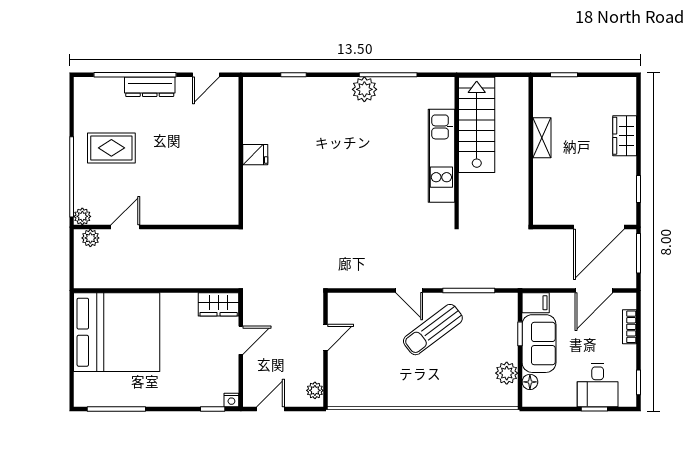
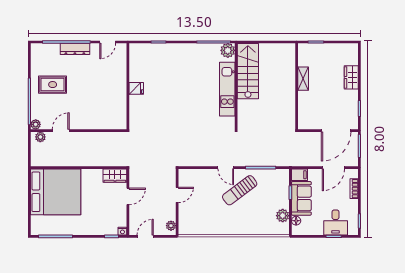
plant: (364, 89) -> (228, 50), moved
stairs: (477, 125) -> (248, 71), moved
wall: (457, 151) -> (236, 86), moved
kitchen unit: (441, 156) -> (227, 89), moved

